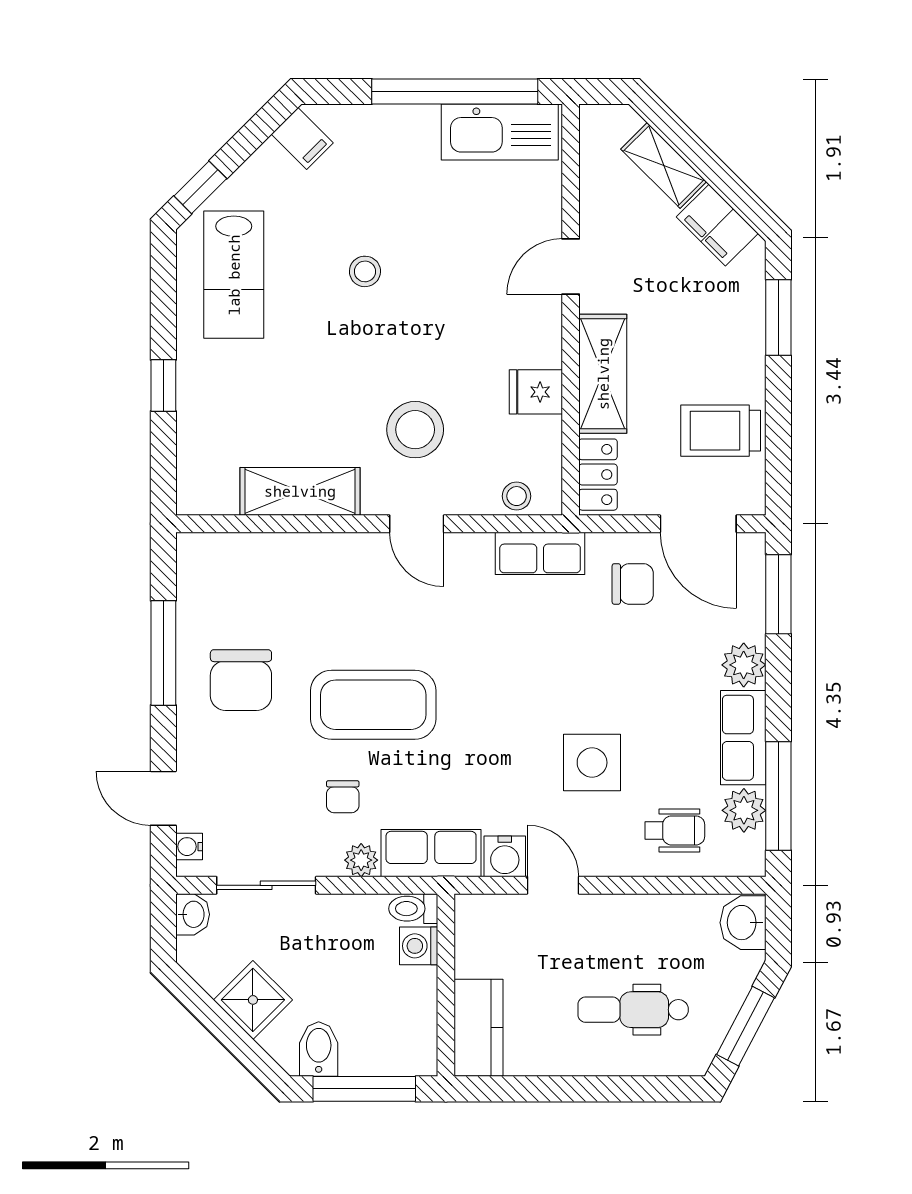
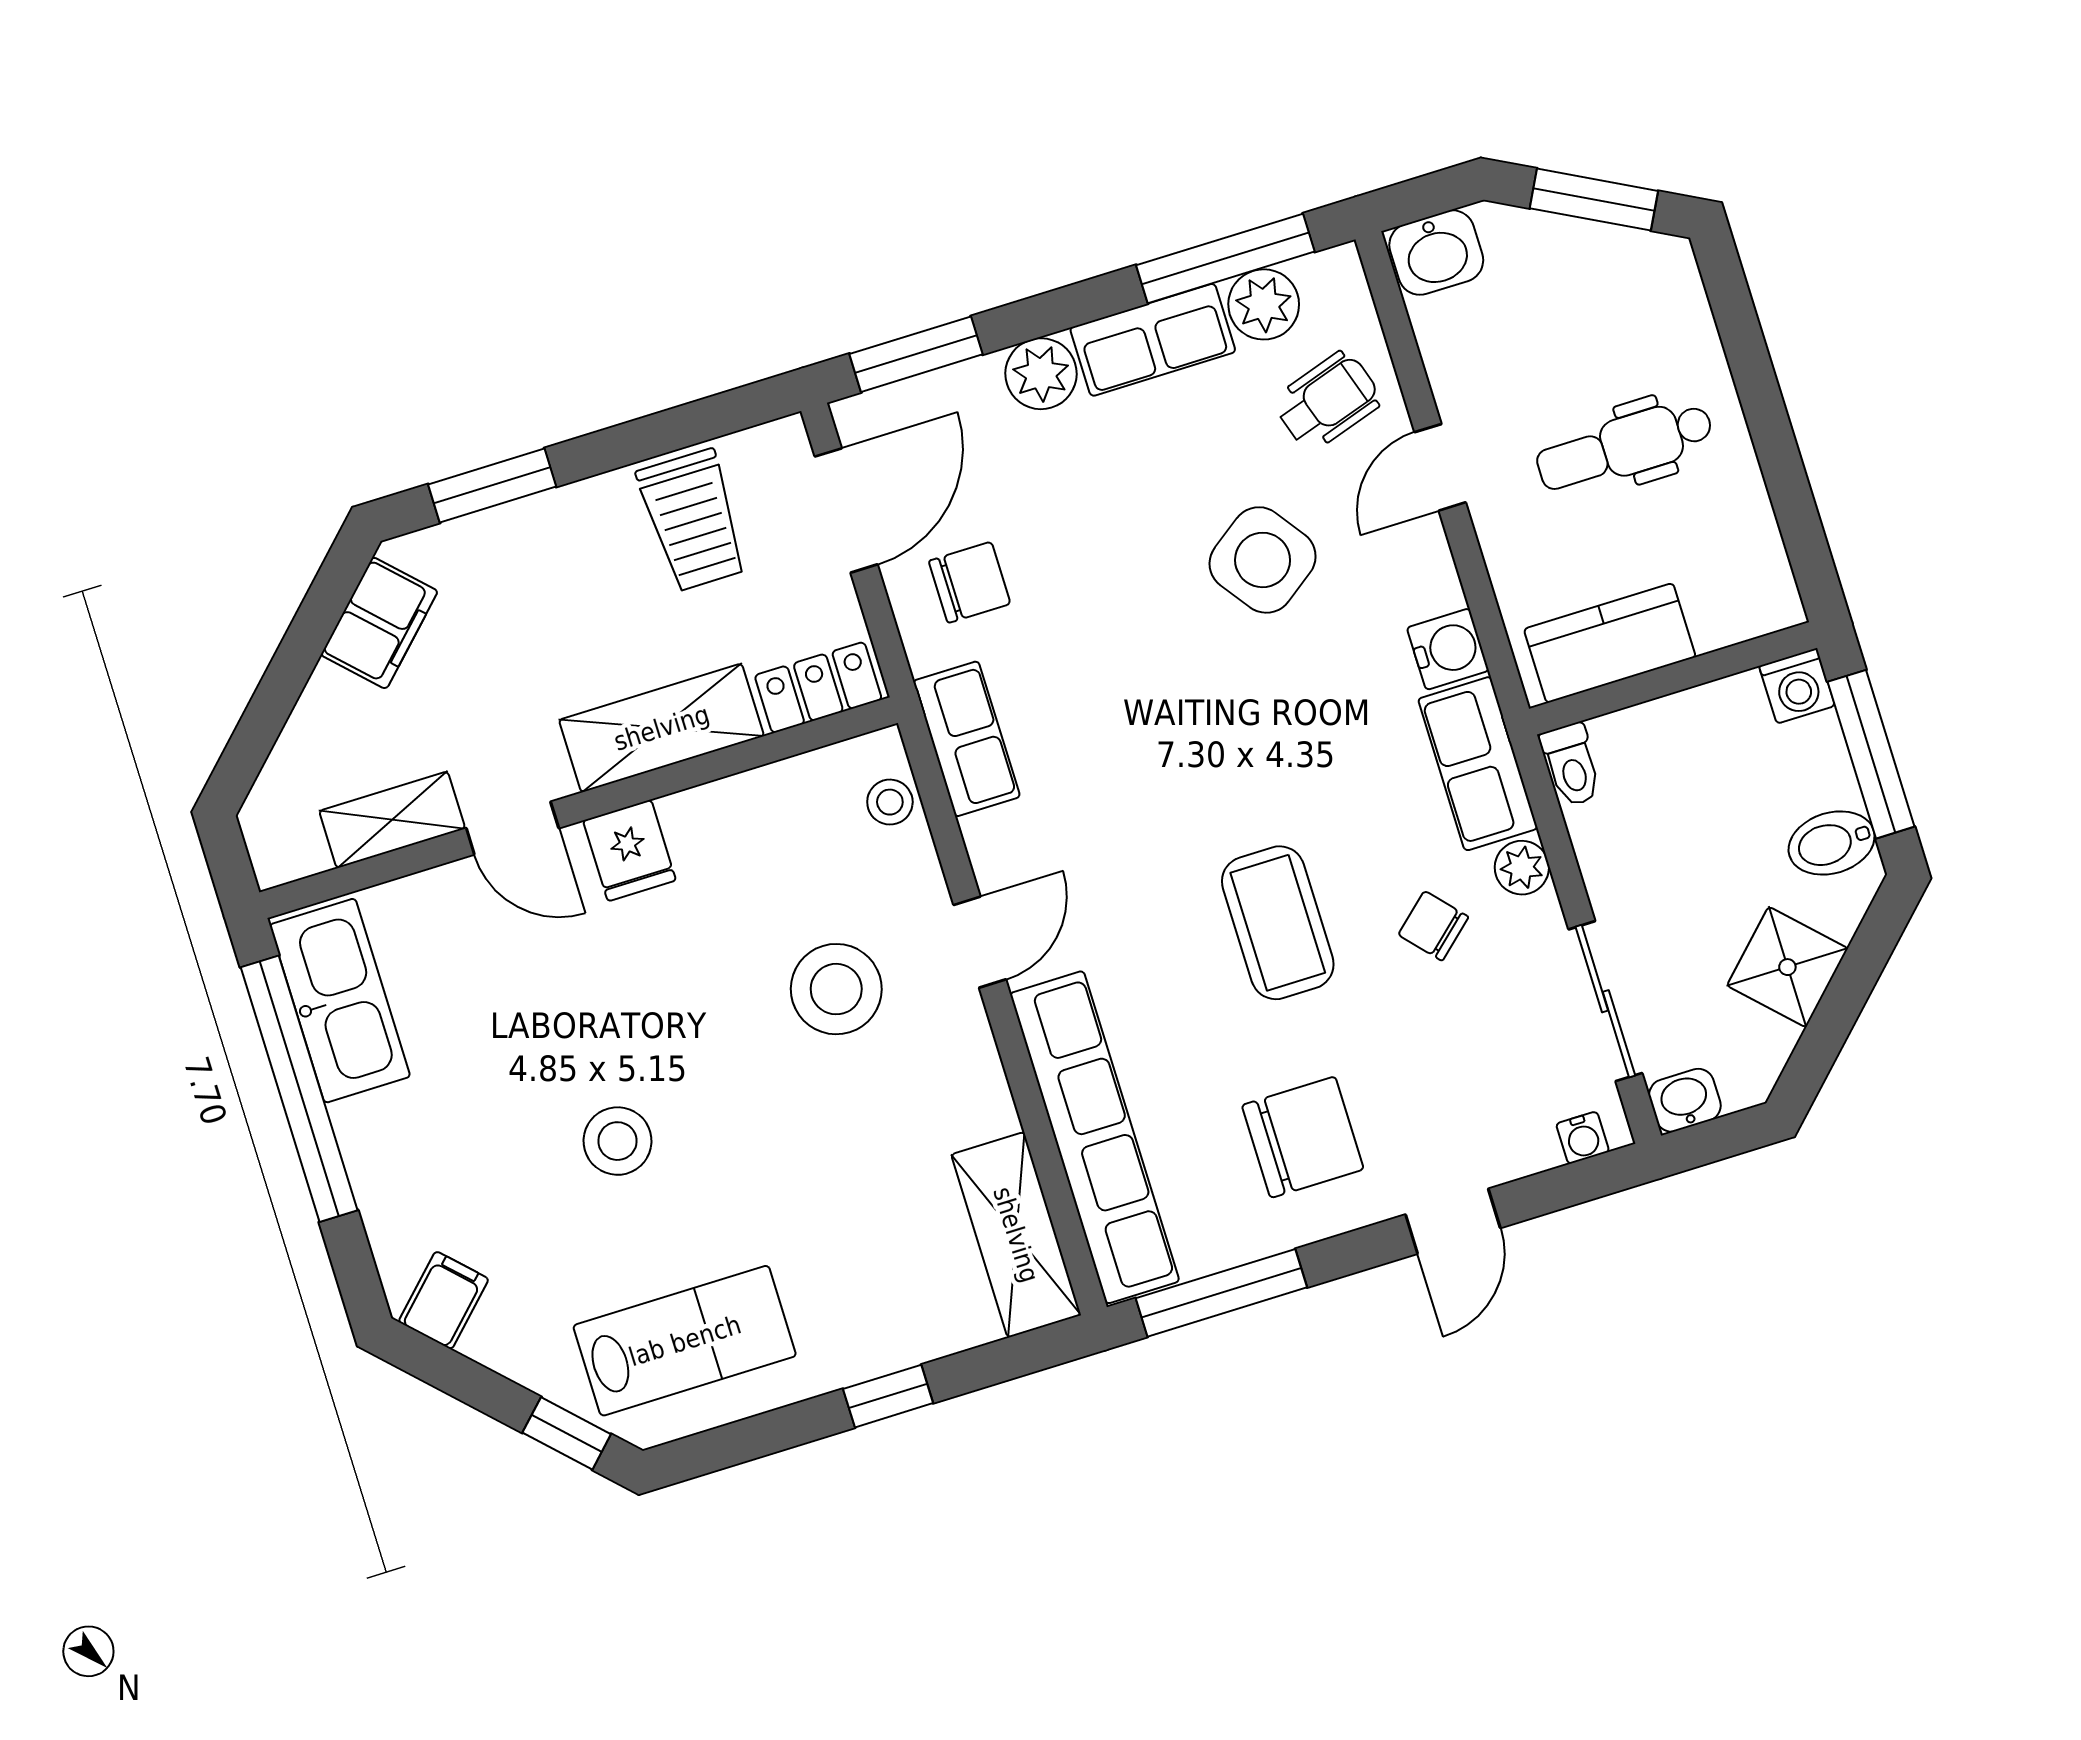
shelving: (664, 165) -> (392, 820), moved, turned 45
stool: (365, 271) -> (617, 1141), width x1.37, depth x1.37
fridge: (536, 392) -> (629, 850), moved
shelving: (300, 491) -> (1016, 1235), moved
row of seats: (279, 556) -> (1095, 1137), added
chair: (633, 584) -> (970, 582), turned 90
window: (163, 653) -> (1221, 1293), moved
coffee table: (373, 705) -> (1278, 923), width x0.73, depth x0.76
side table: (592, 763) -> (1263, 560), turned -36
chair: (343, 797) -> (1433, 926), turned -132
door: (163, 798) -> (1453, 1221), moved
wheelchair: (675, 830) -> (1327, 401), turned 72
door: (553, 885) -> (1440, 467), moved
washing machine: (419, 946) -> (1797, 686), moved
dental chair: (633, 1010) -> (1625, 446), moved, turned 90
kitchen counter: (479, 1028) -> (1610, 643), moved

